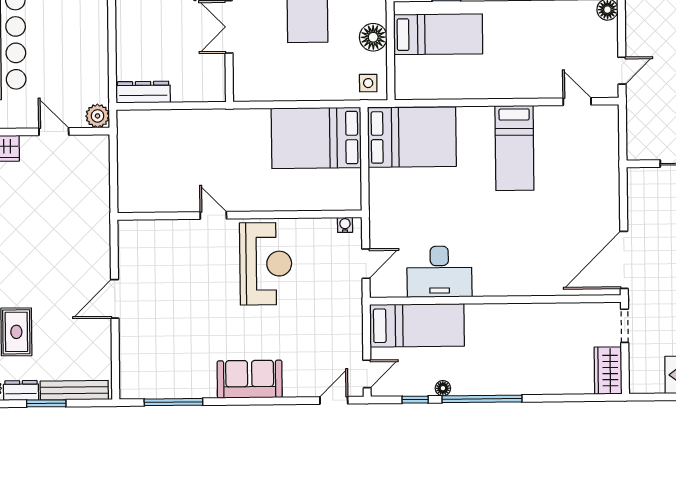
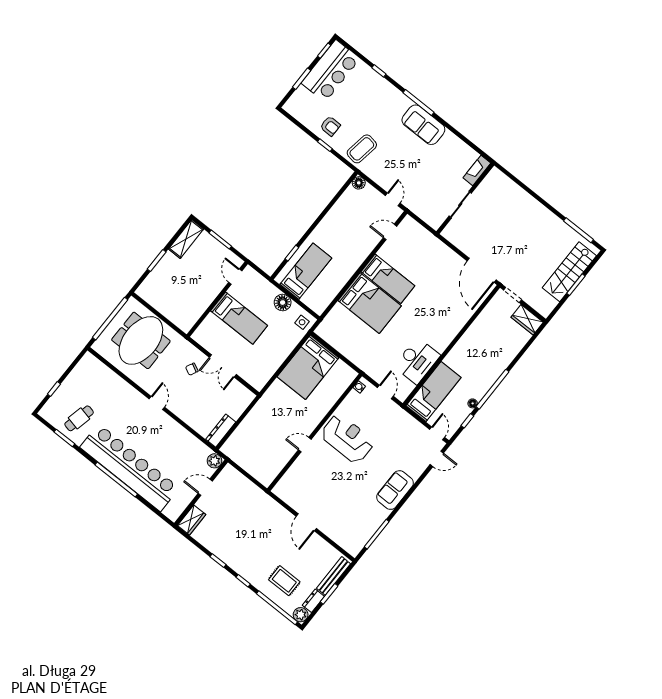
bed: (412, 137) -> (370, 303), moved, turned 90
door: (334, 400) -> (437, 459), swing flipped

